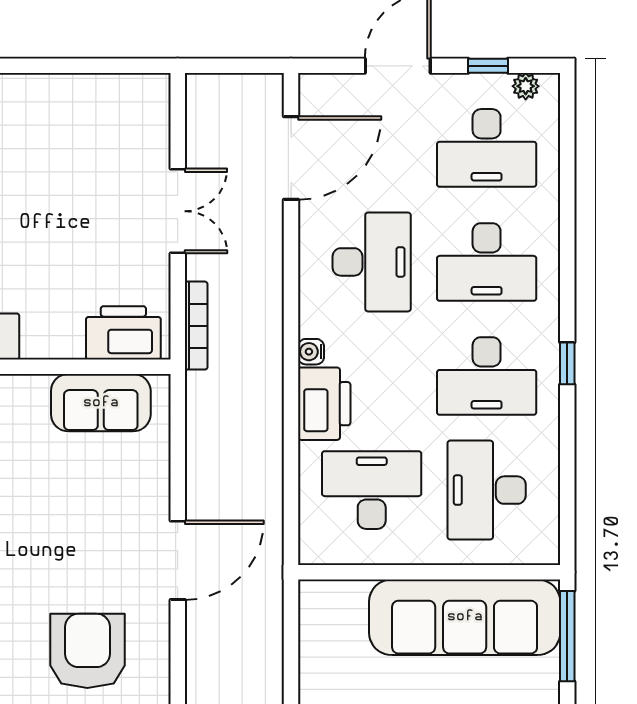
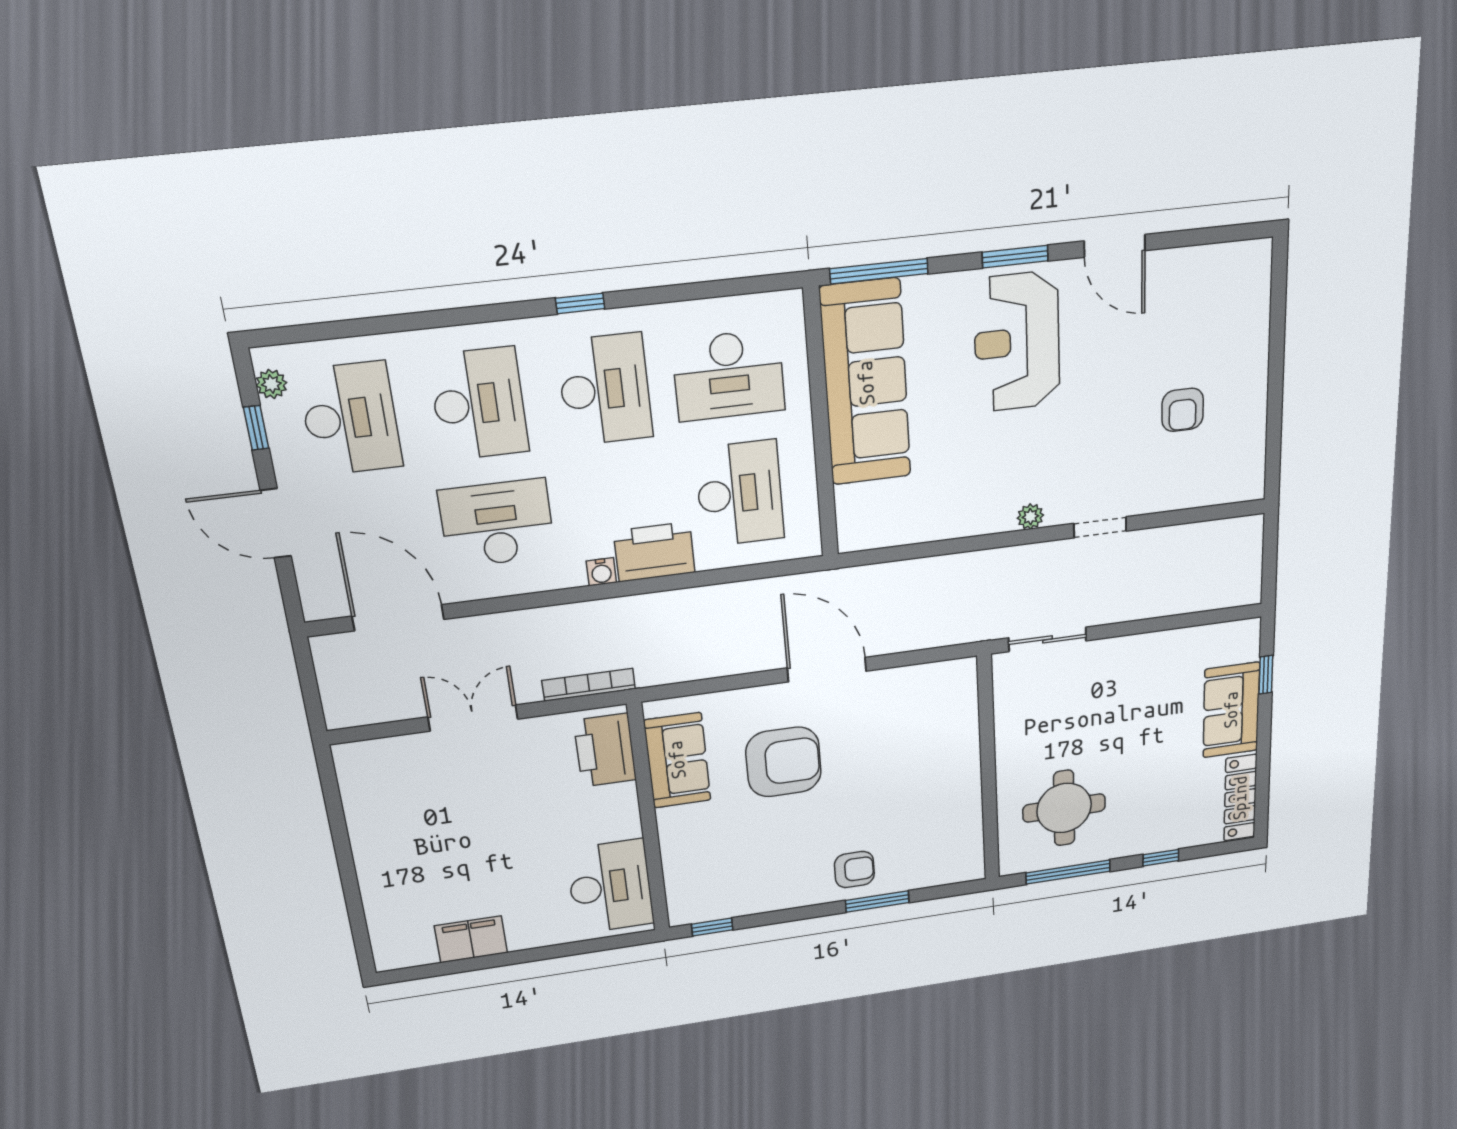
desk: (372, 490) -> (740, 494), turned 180
armchair: (87, 651) -> (783, 762), moved, turned 180

